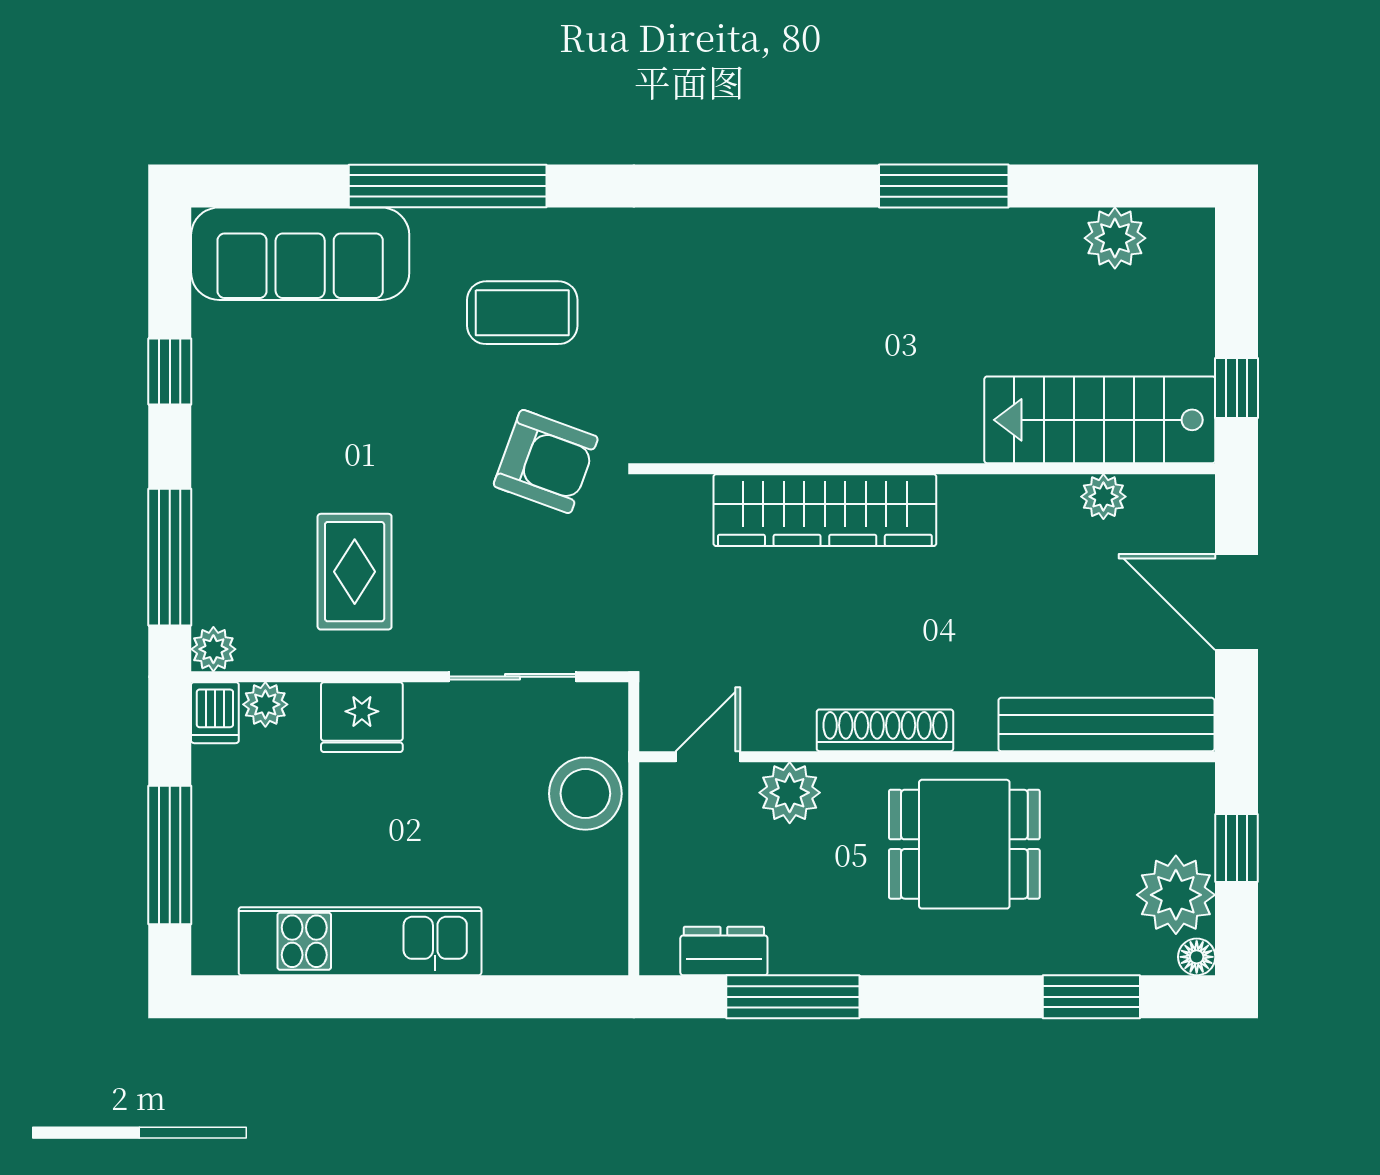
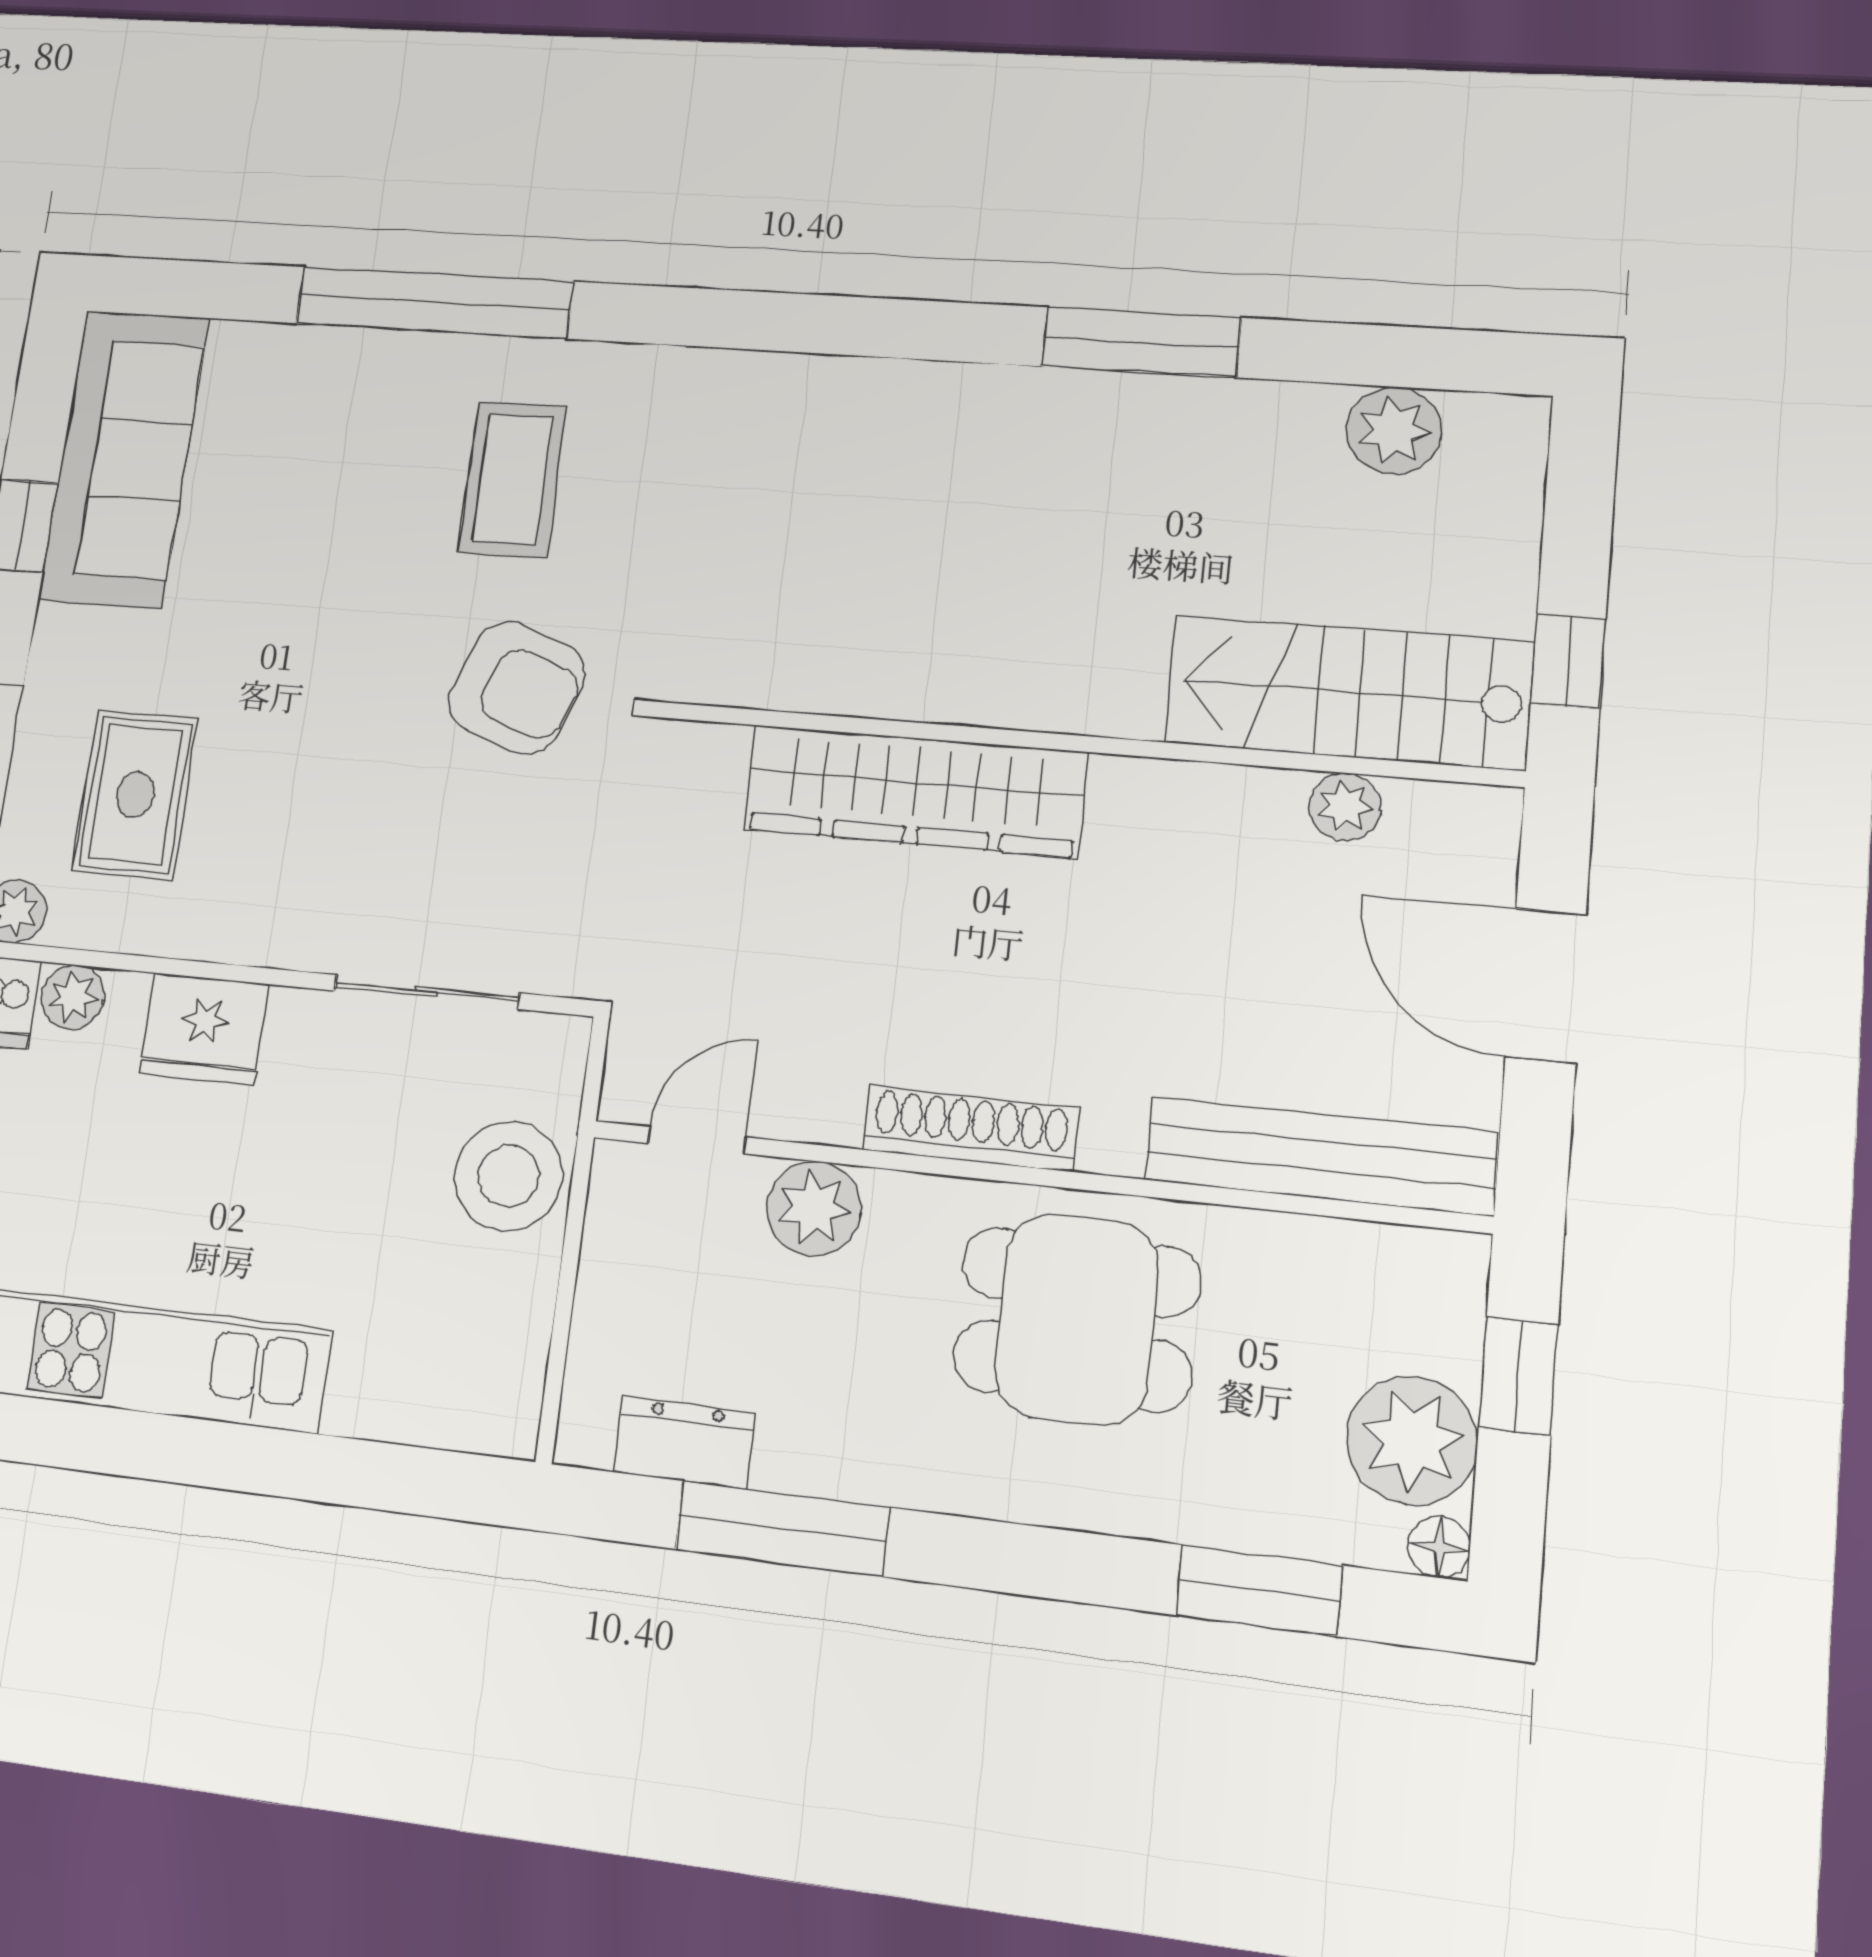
sofa: (300, 254) -> (124, 458), moved, turned -90
coffee table: (522, 313) -> (513, 479), turned 90
rug: (355, 572) -> (135, 795), moved

